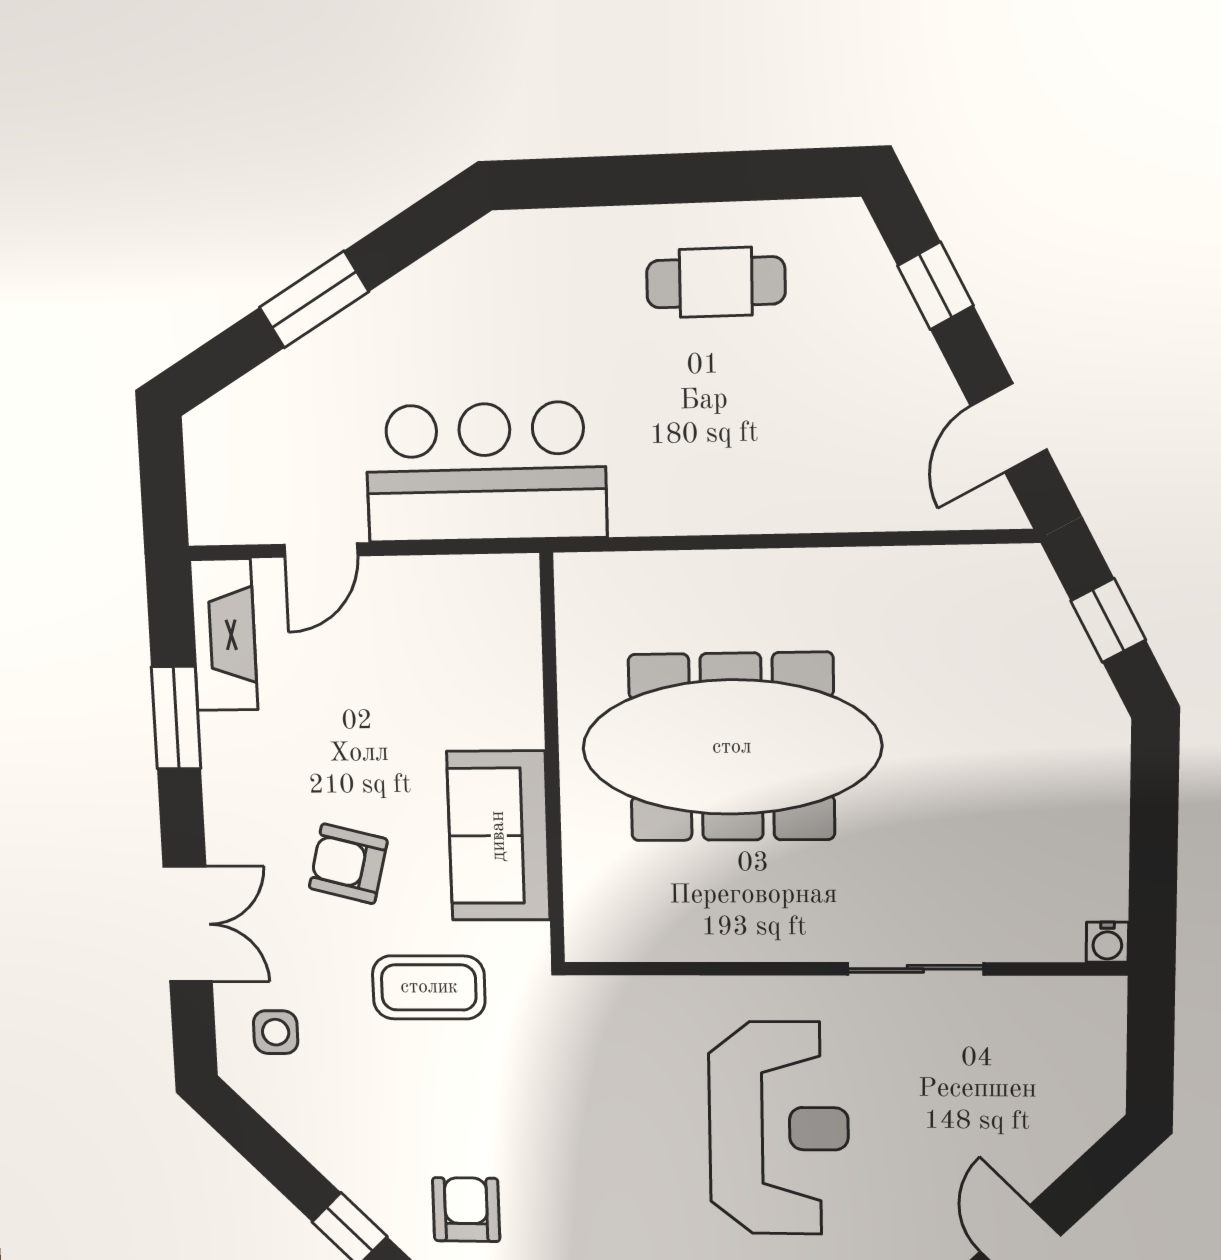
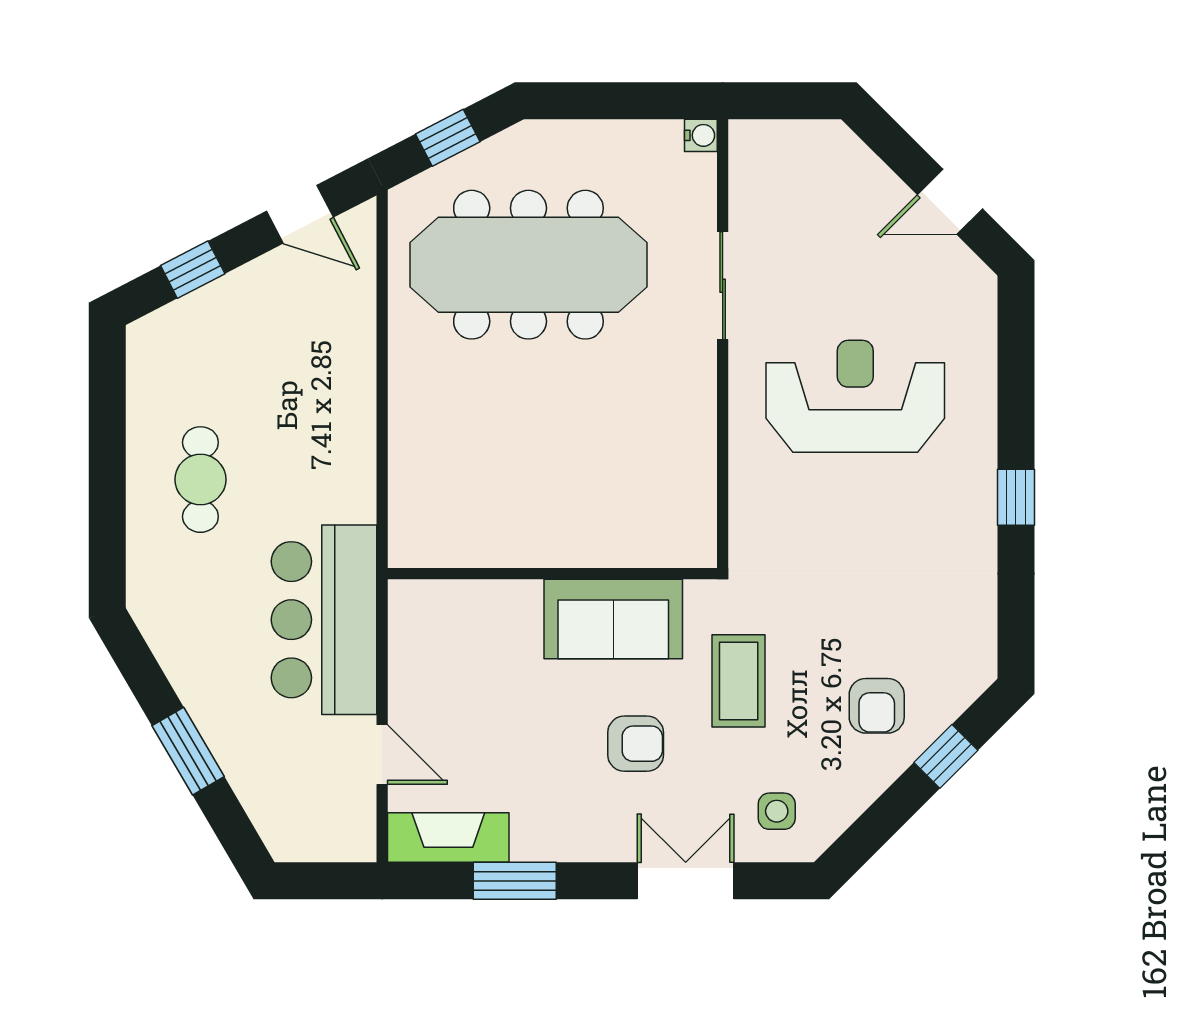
cafe table: (716, 282) -> (200, 480), moved
meeting table: (732, 747) -> (528, 265), moved, turned 90
armchair: (348, 864) -> (636, 744), turned -104
armchair: (466, 1210) -> (877, 706), moved, turned -90

